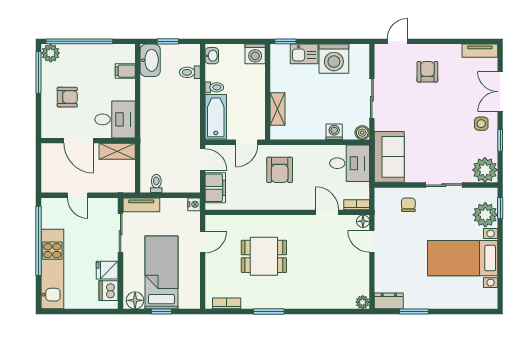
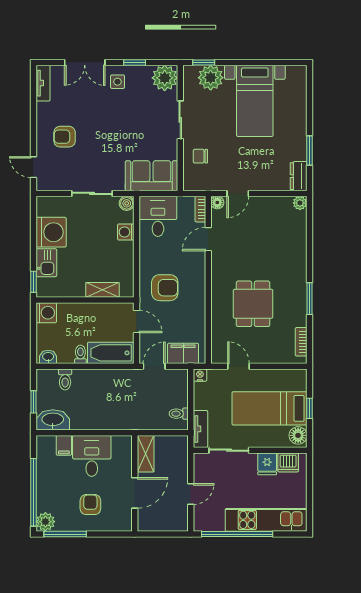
desk: (115, 119) -> (92, 456), moved

